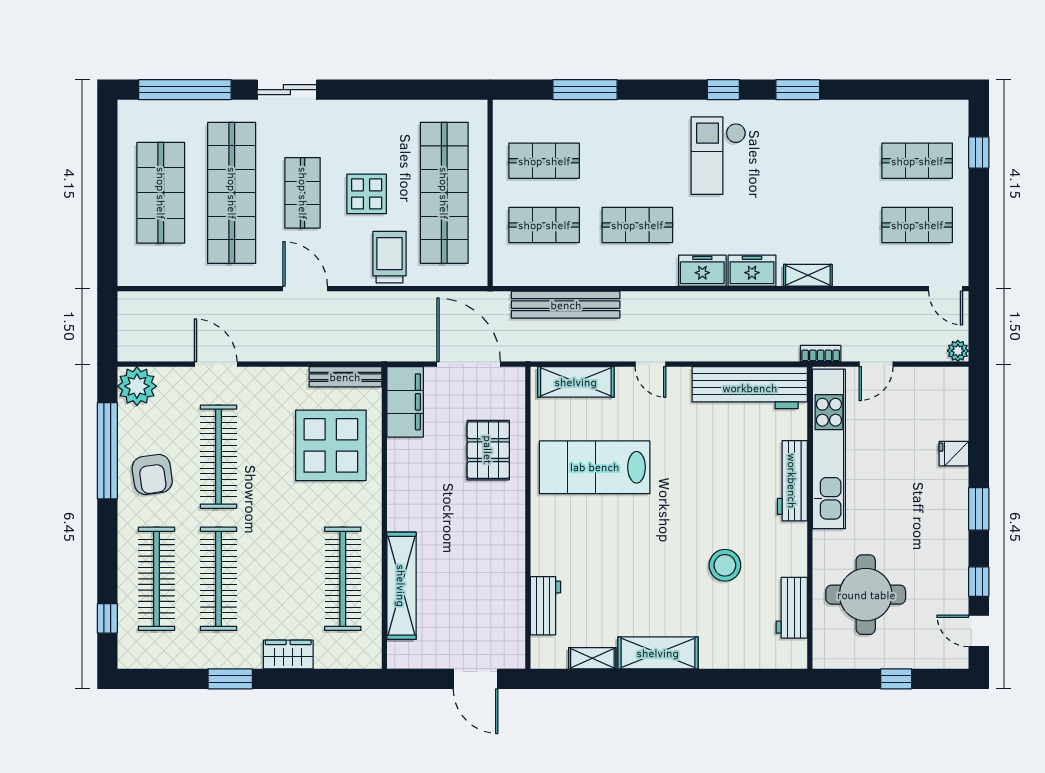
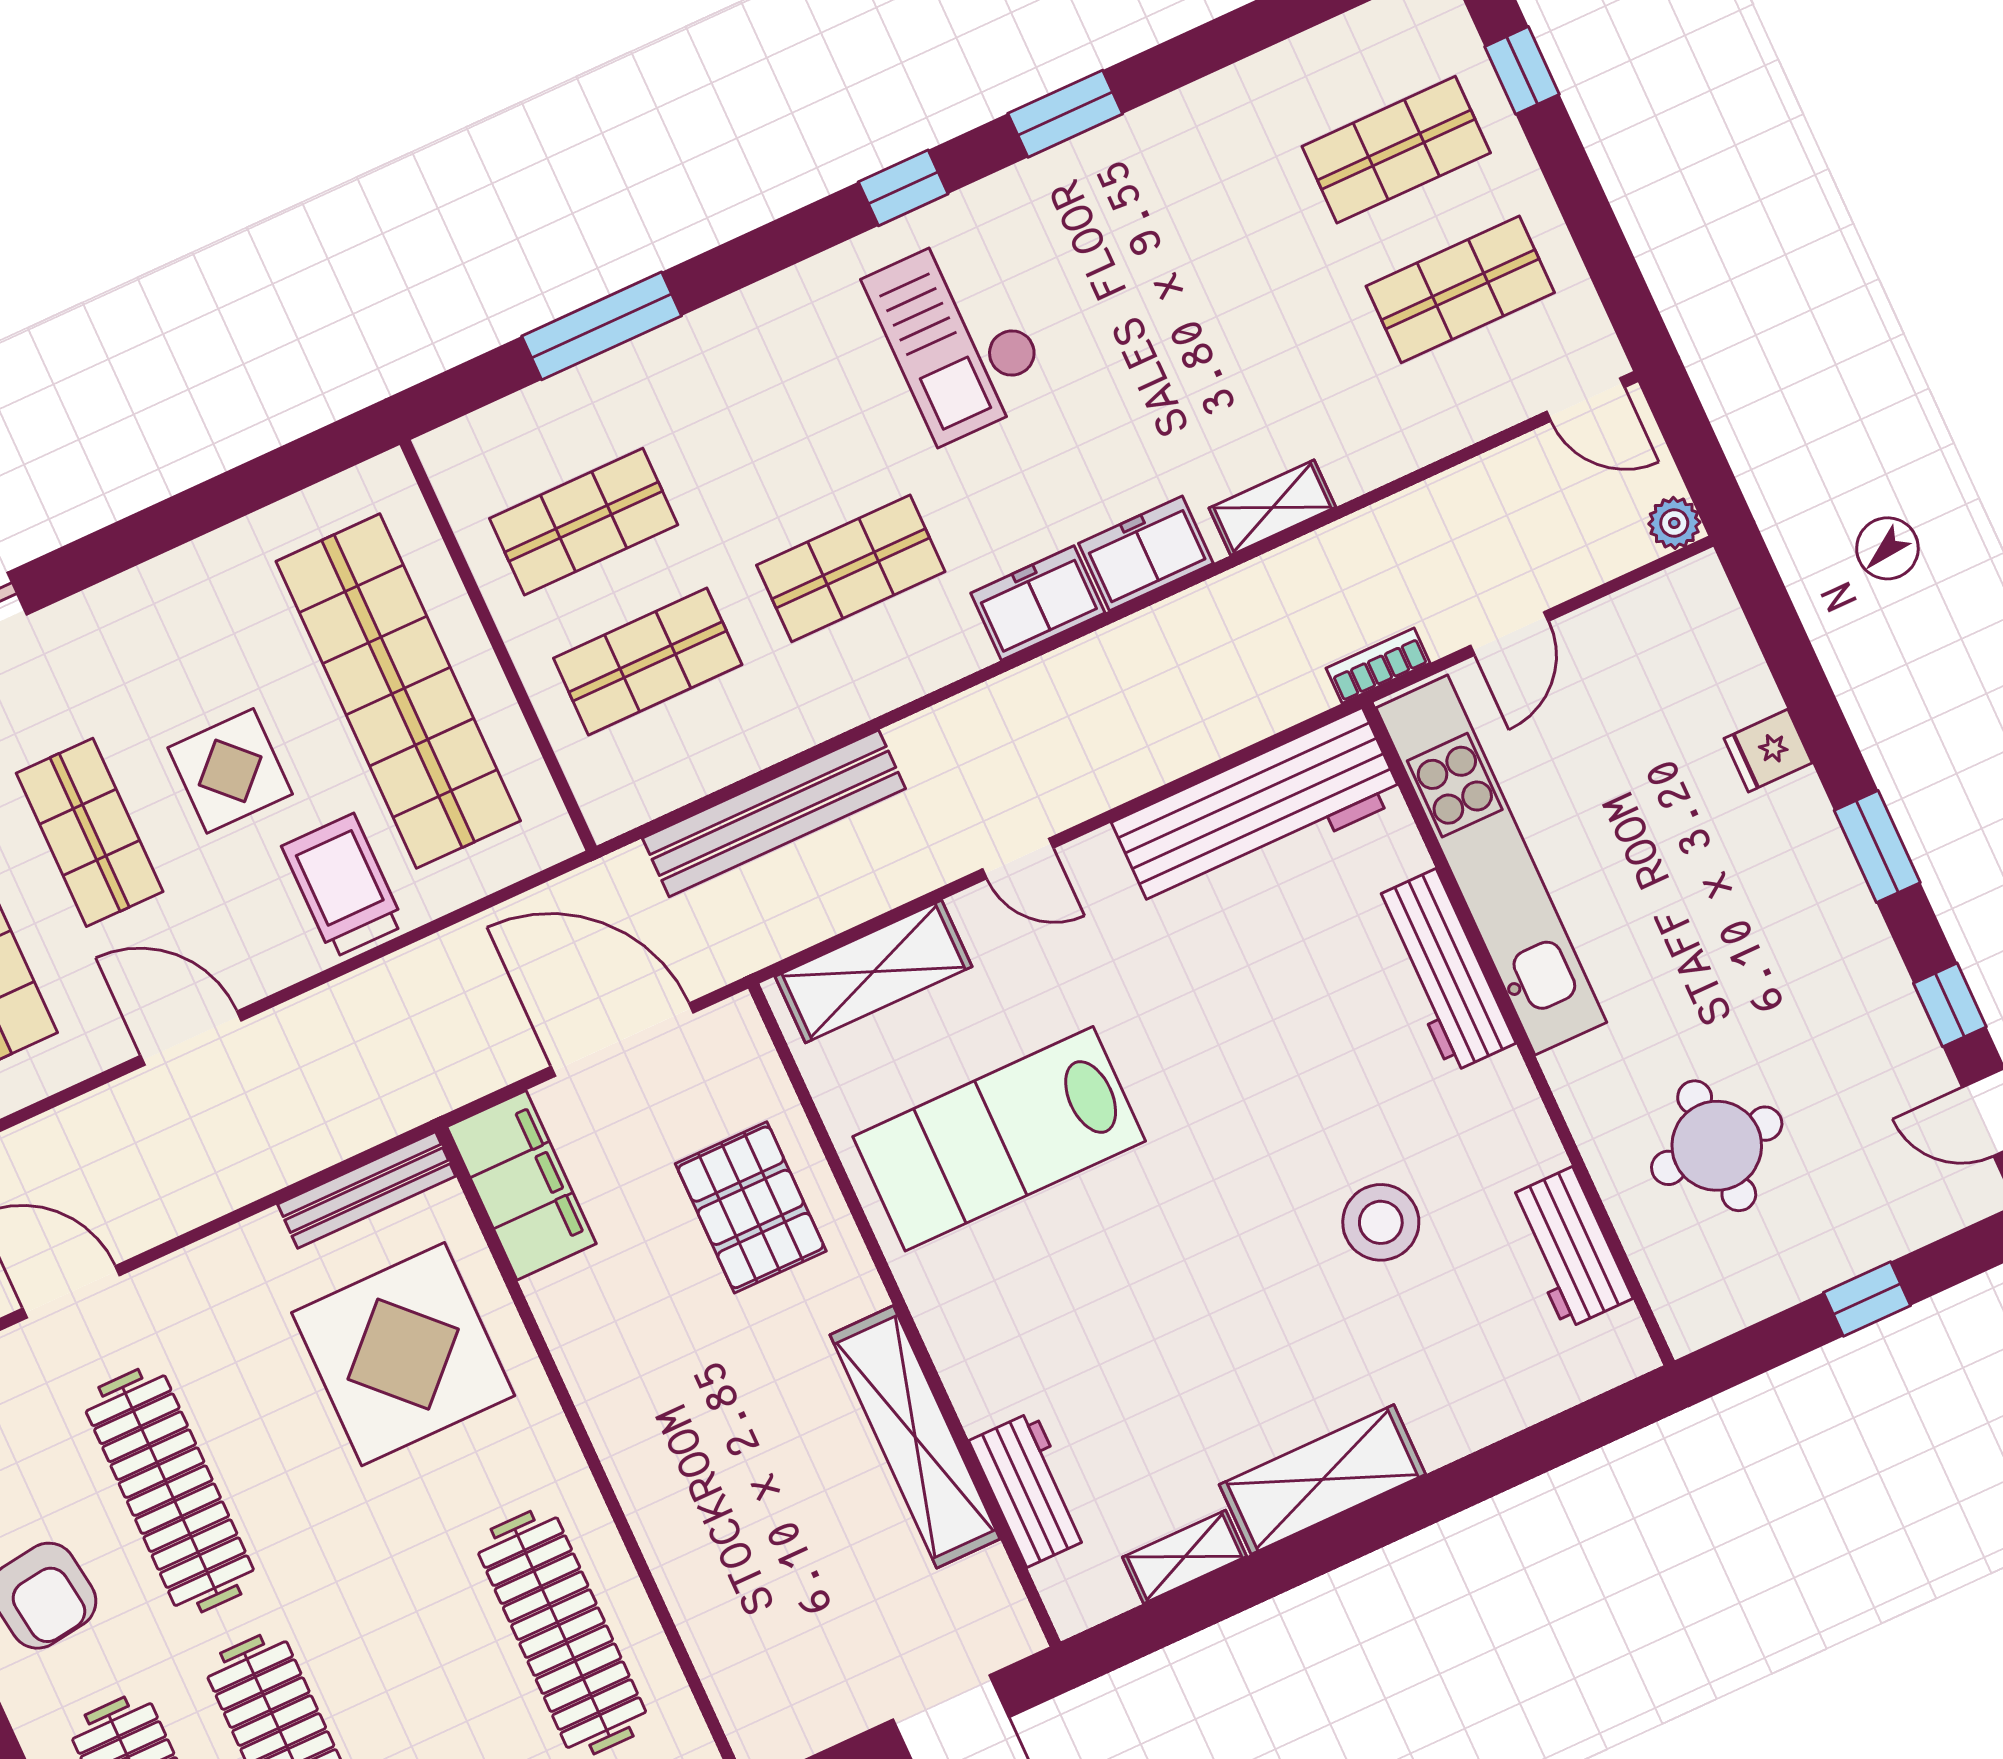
shelving: (401, 586) -> (915, 1437), moved
round table: (866, 595) -> (1717, 1146), width x0.73, depth x0.73

